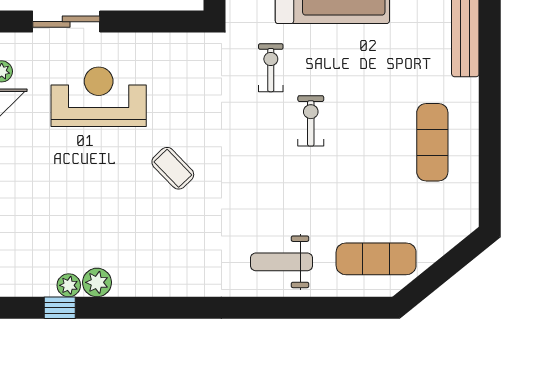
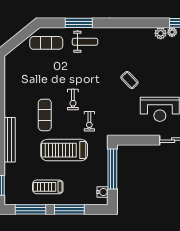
exercise mat: (432, 142) -> (45, 115), moved
window: (297, 308) -> (79, 23), added

